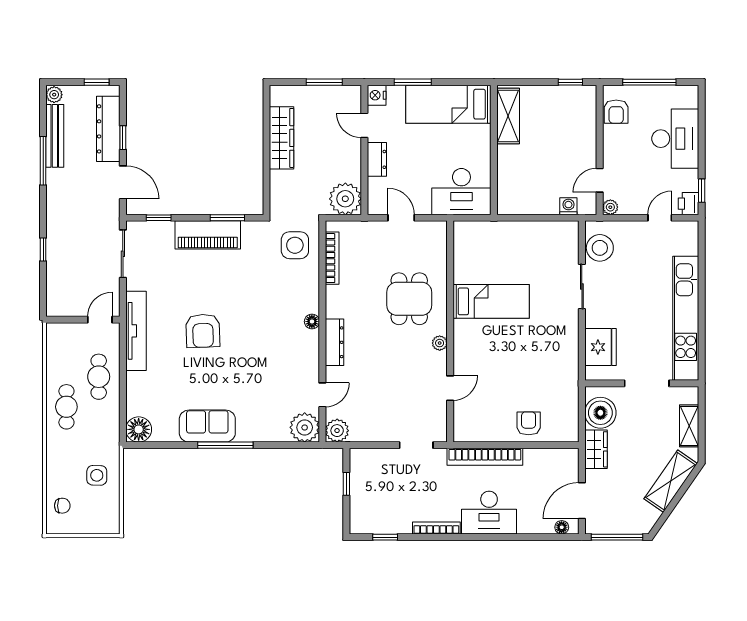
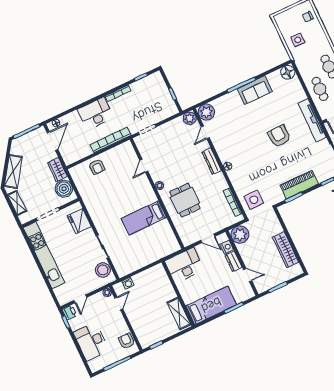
nightstand: (377, 95) -> (227, 247), moved

